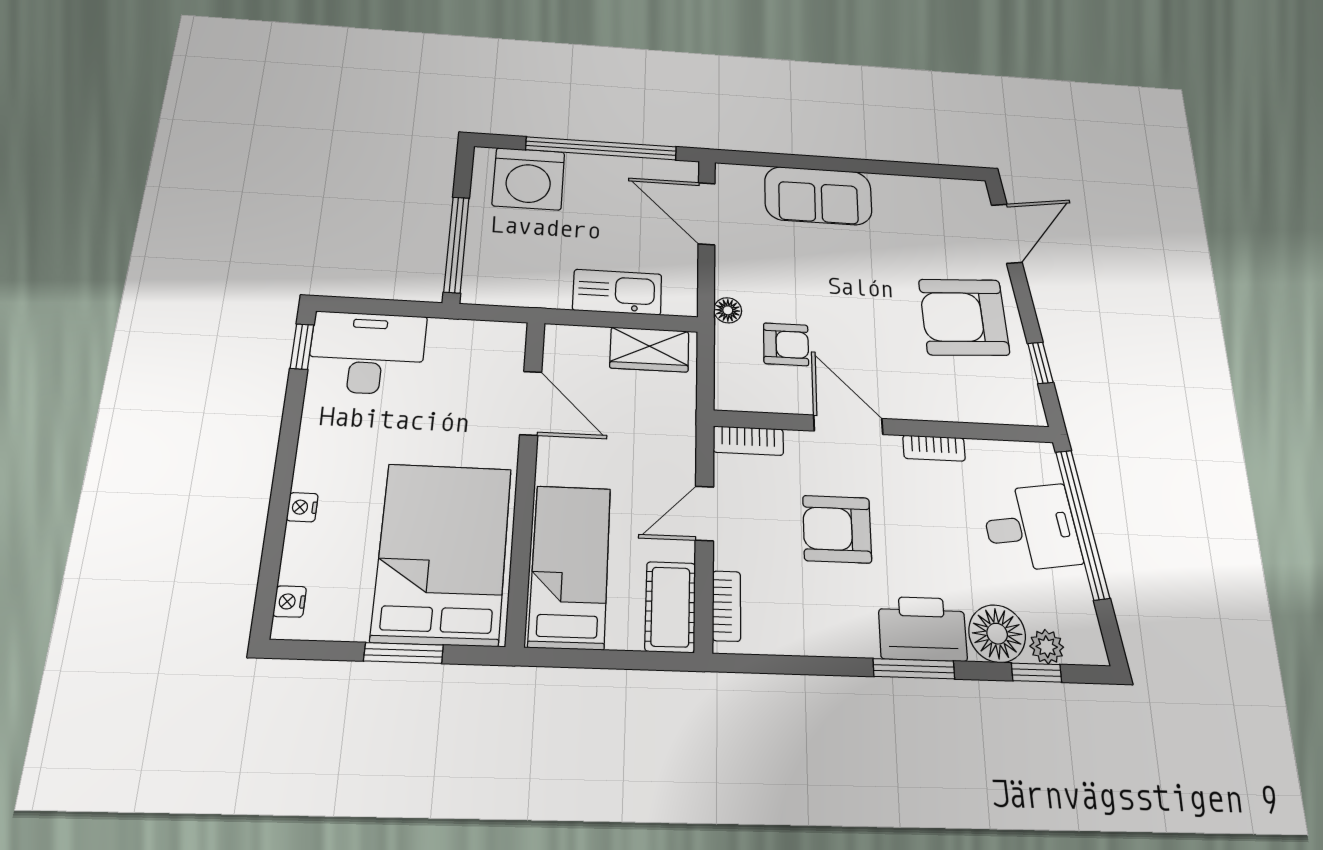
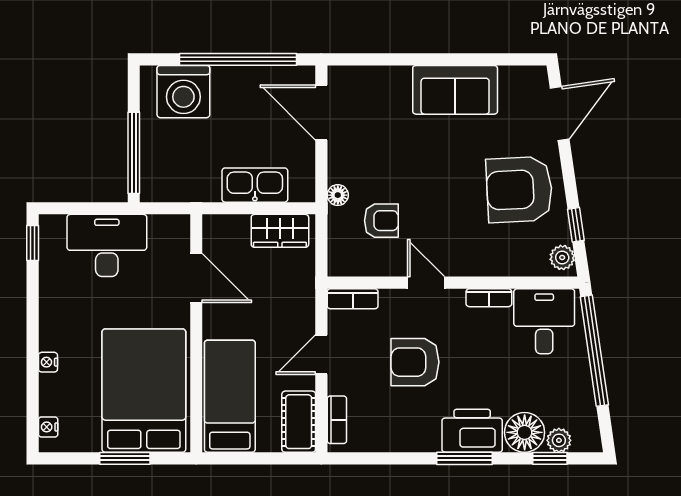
sofa: (818, 196) -> (455, 90), moved
desk: (367, 353) -> (107, 245), moved
plant: (1027, 402) -> (562, 257), added
door: (848, 425) -> (426, 283), width x0.73
desk: (1031, 528) -> (544, 321), moved, turned -82

